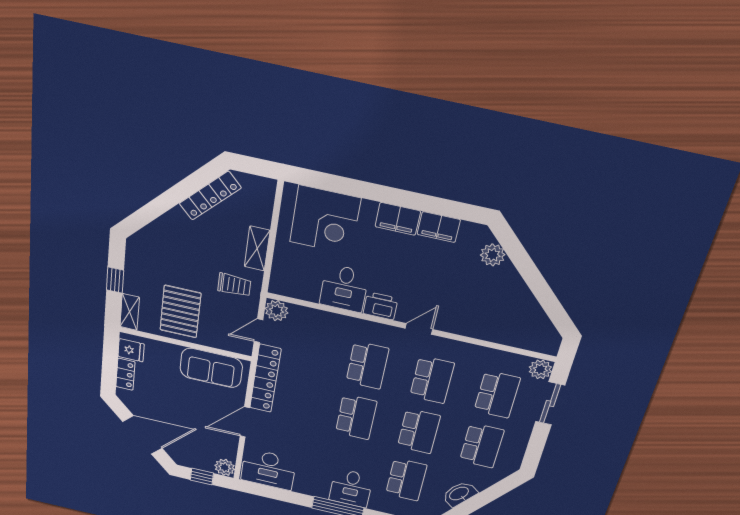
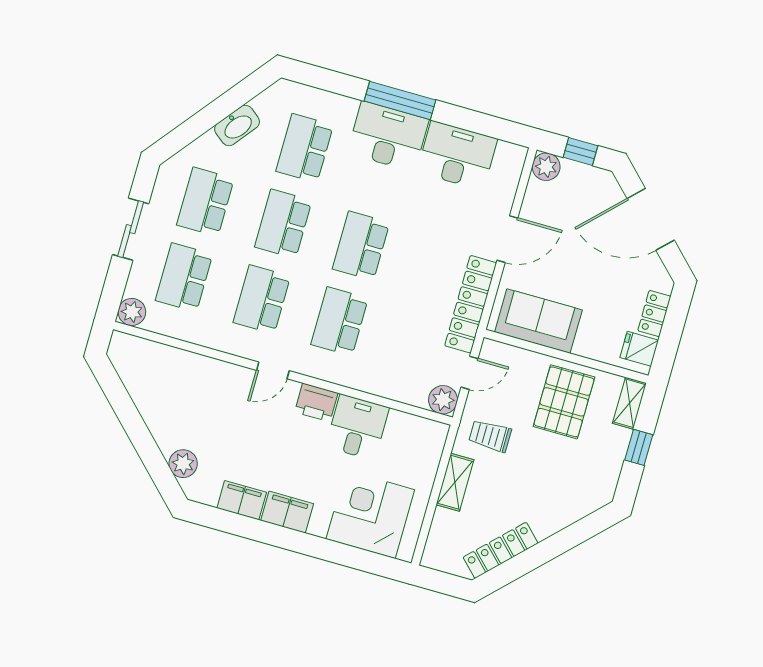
sliding door: (550, 404) -> (131, 229), moved
desk: (268, 469) -> (457, 155), moved
desk: (351, 488) -> (388, 136), width x1.37

